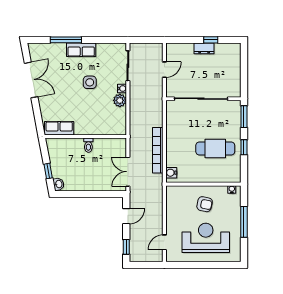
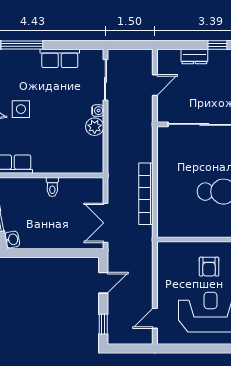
dresser: (204, 48) -> (194, 57), moved
row of seats: (81, 50) -> (60, 58), moved
side table: (90, 82) -> (21, 109), moved
water cooler: (171, 173) -> (164, 224), removed
armchair: (205, 204) -> (209, 267), turned 78

